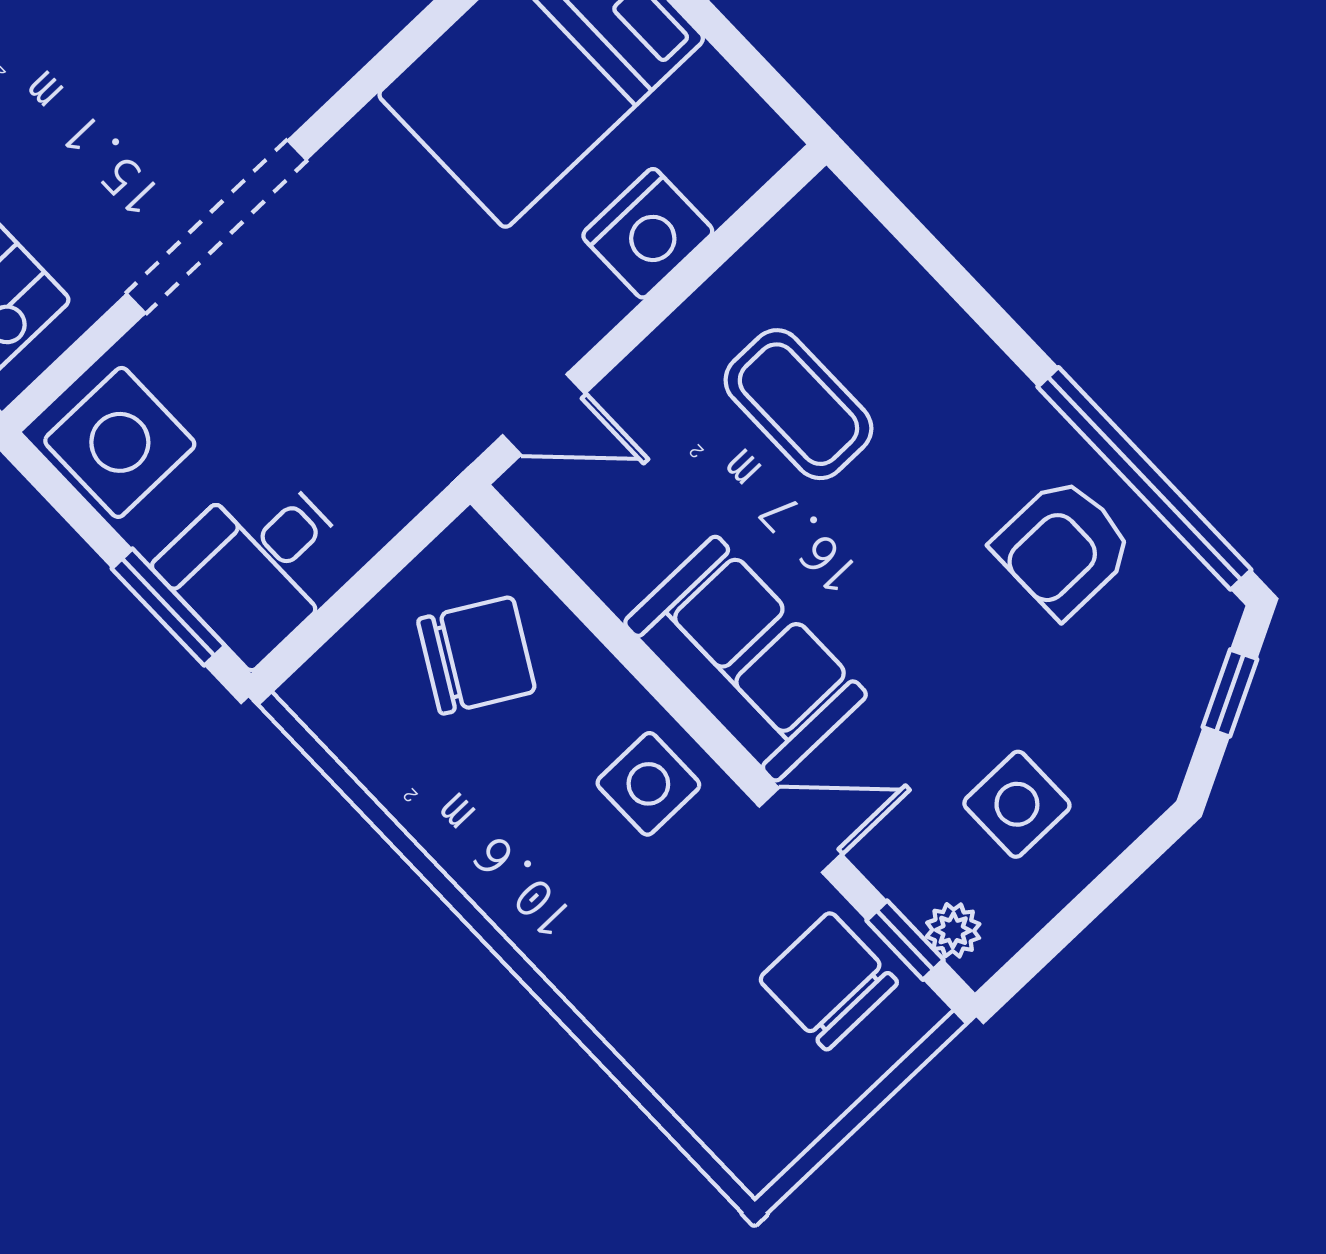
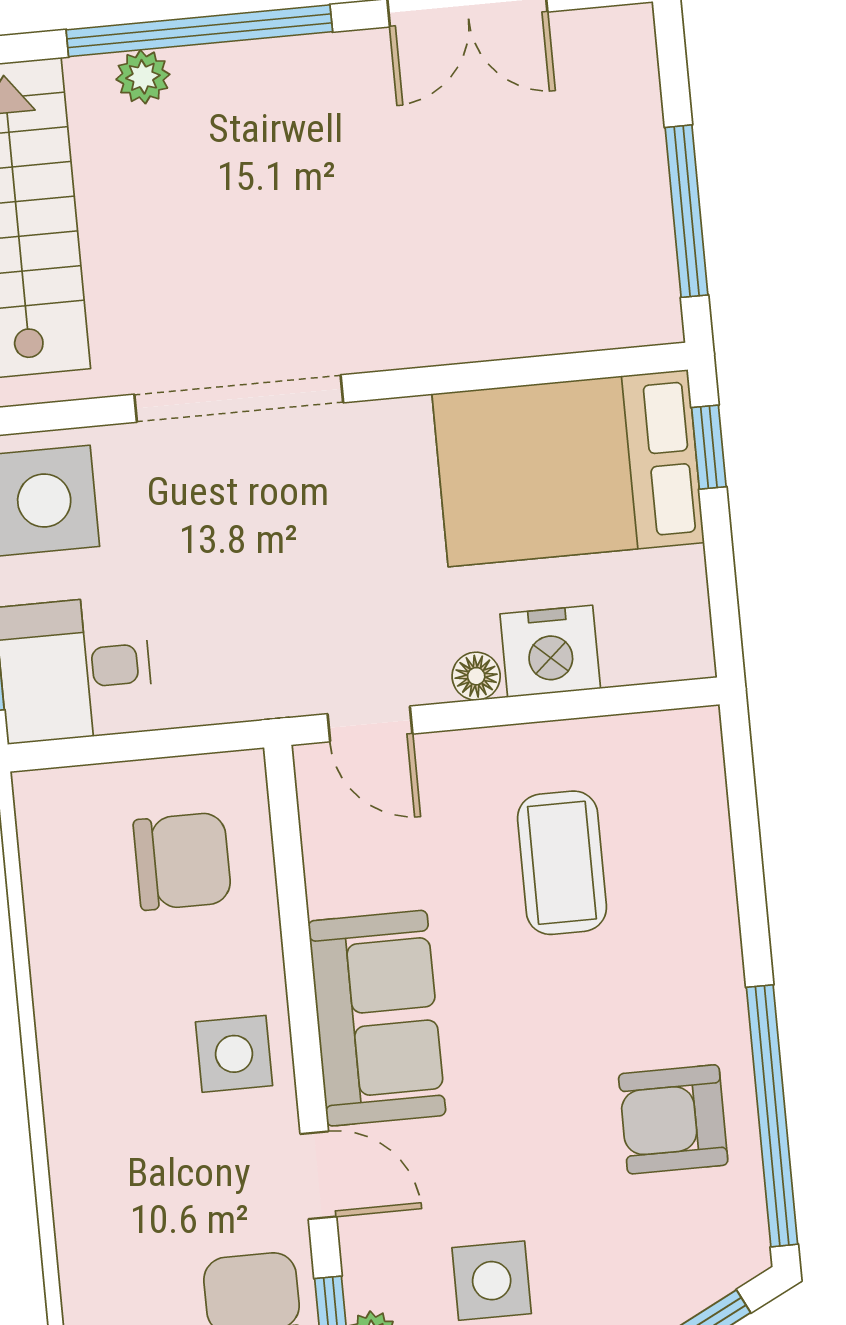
floor lamp: (602, 304) -> (476, 676), added
chair: (477, 655) -> (182, 861), turned -30

